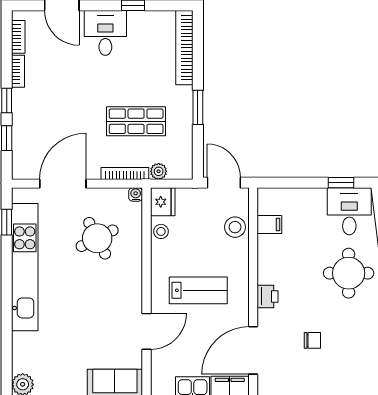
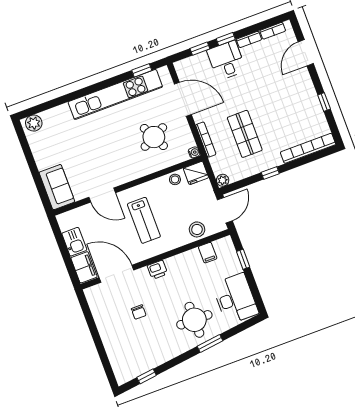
desk: (105, 33) -> (226, 60), moved, turned -90
window: (198, 107) -> (270, 173), width x0.67
plant: (159, 171) -> (223, 180), moved
window: (341, 183) -> (243, 259), moved
desk: (349, 211) -> (235, 299), width x1.37

